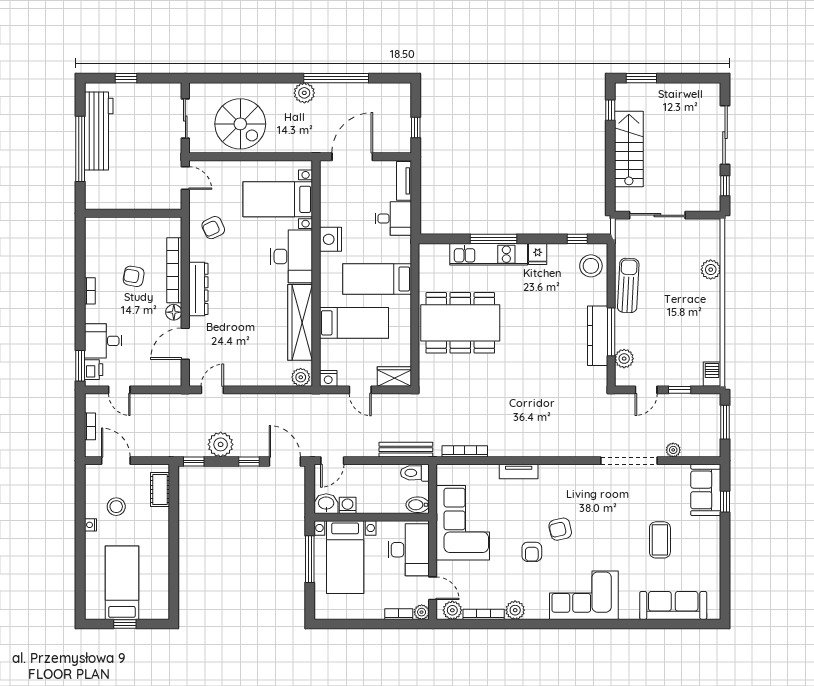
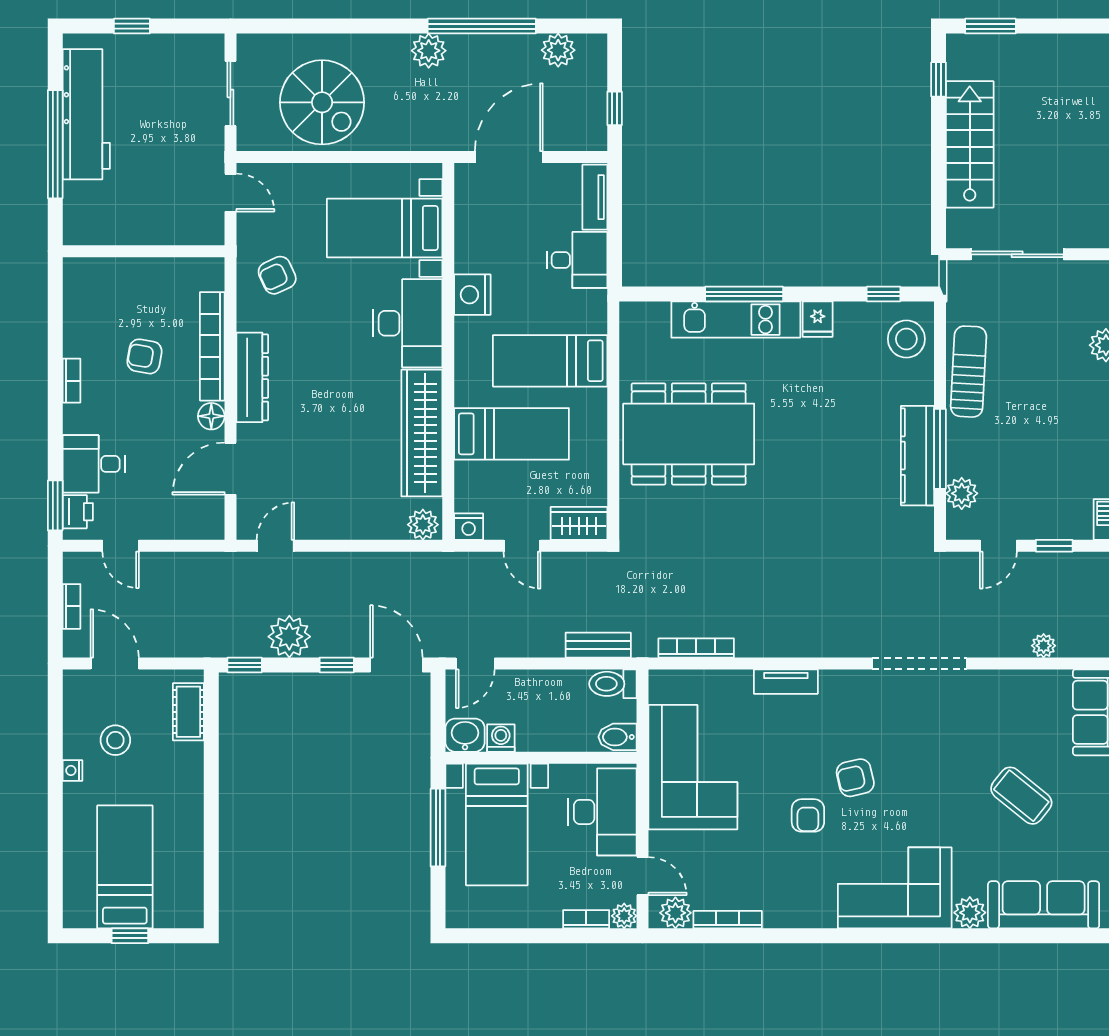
plant: (382, 93) -> (558, 50), added
bench: (406, 450) -> (598, 645), width x0.73
doorway: (629, 461) -> (920, 664), moved
coffee table: (660, 540) -> (1021, 796), turned -51
plant: (515, 610) -> (970, 913), moved

